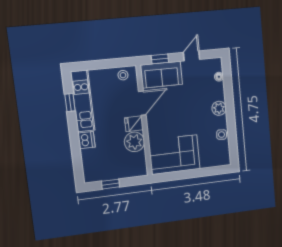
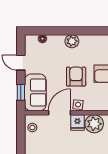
door: (142, 103) -> (59, 113), hinge flipped
armchair: (183, 117) -> (76, 77), added
side table: (222, 135) -> (78, 105), moved

